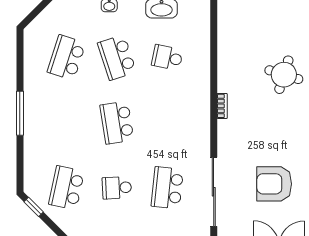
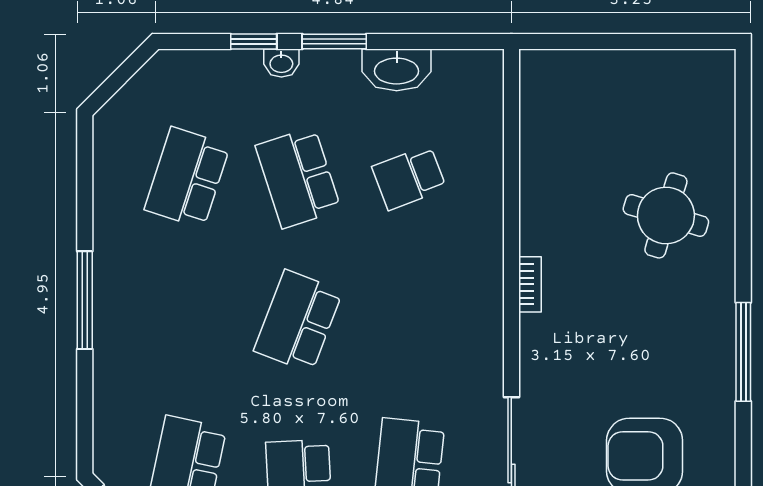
school desk: (167, 57) -> (409, 178), turned -33
school desk: (117, 123) -> (298, 321), turned 30

